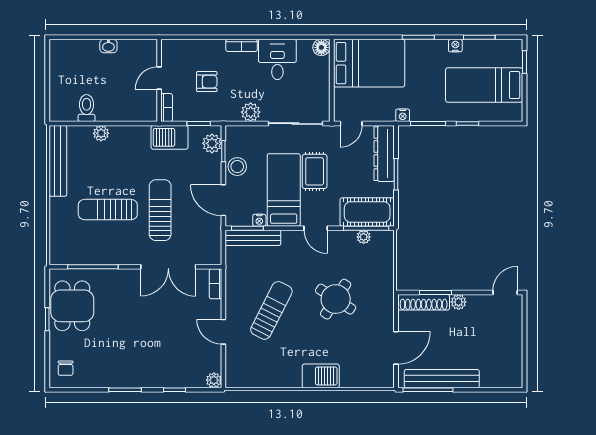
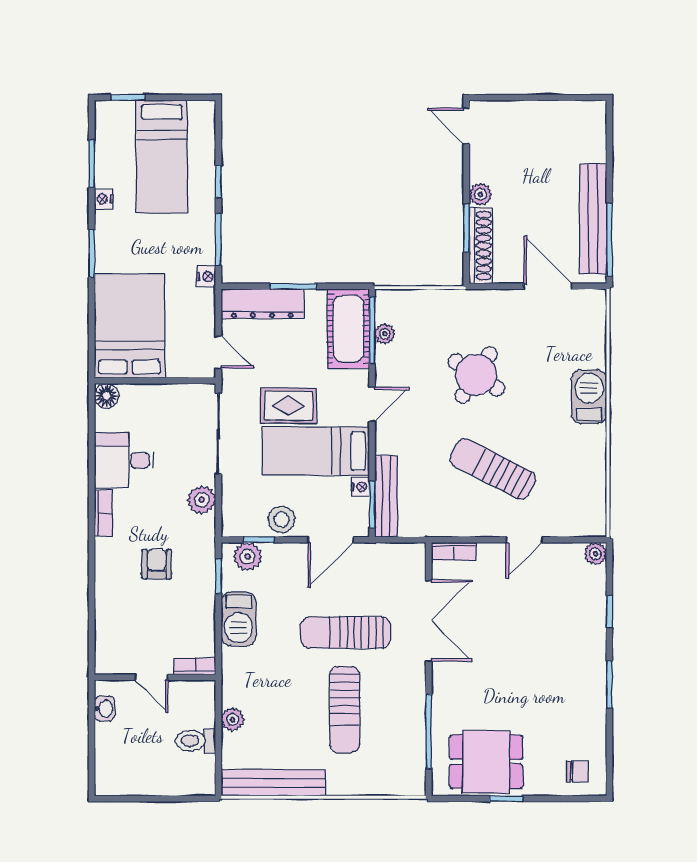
door: (159, 78) -> (151, 677), moved
wall: (159, 80) -> (155, 677), moved
bookcase: (167, 108) -> (195, 666), moved

